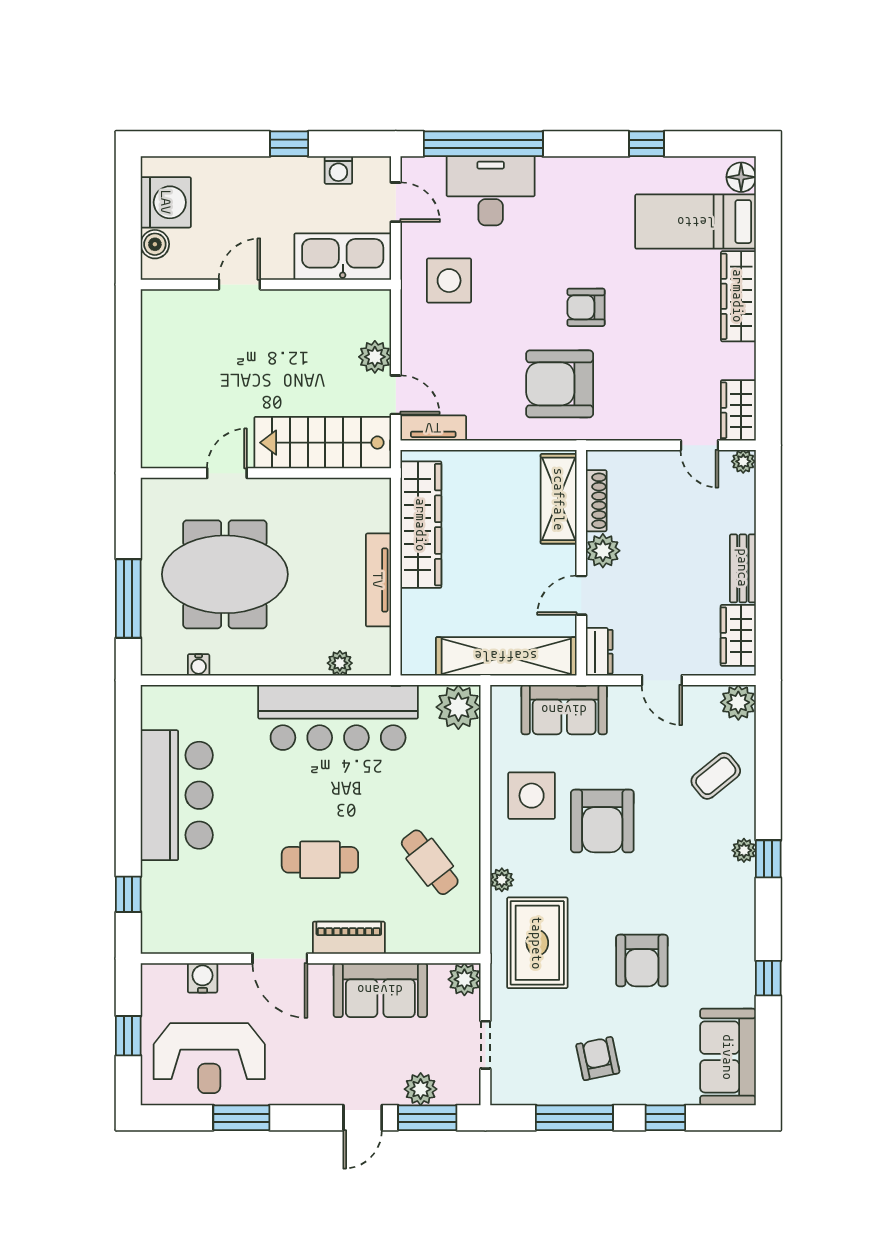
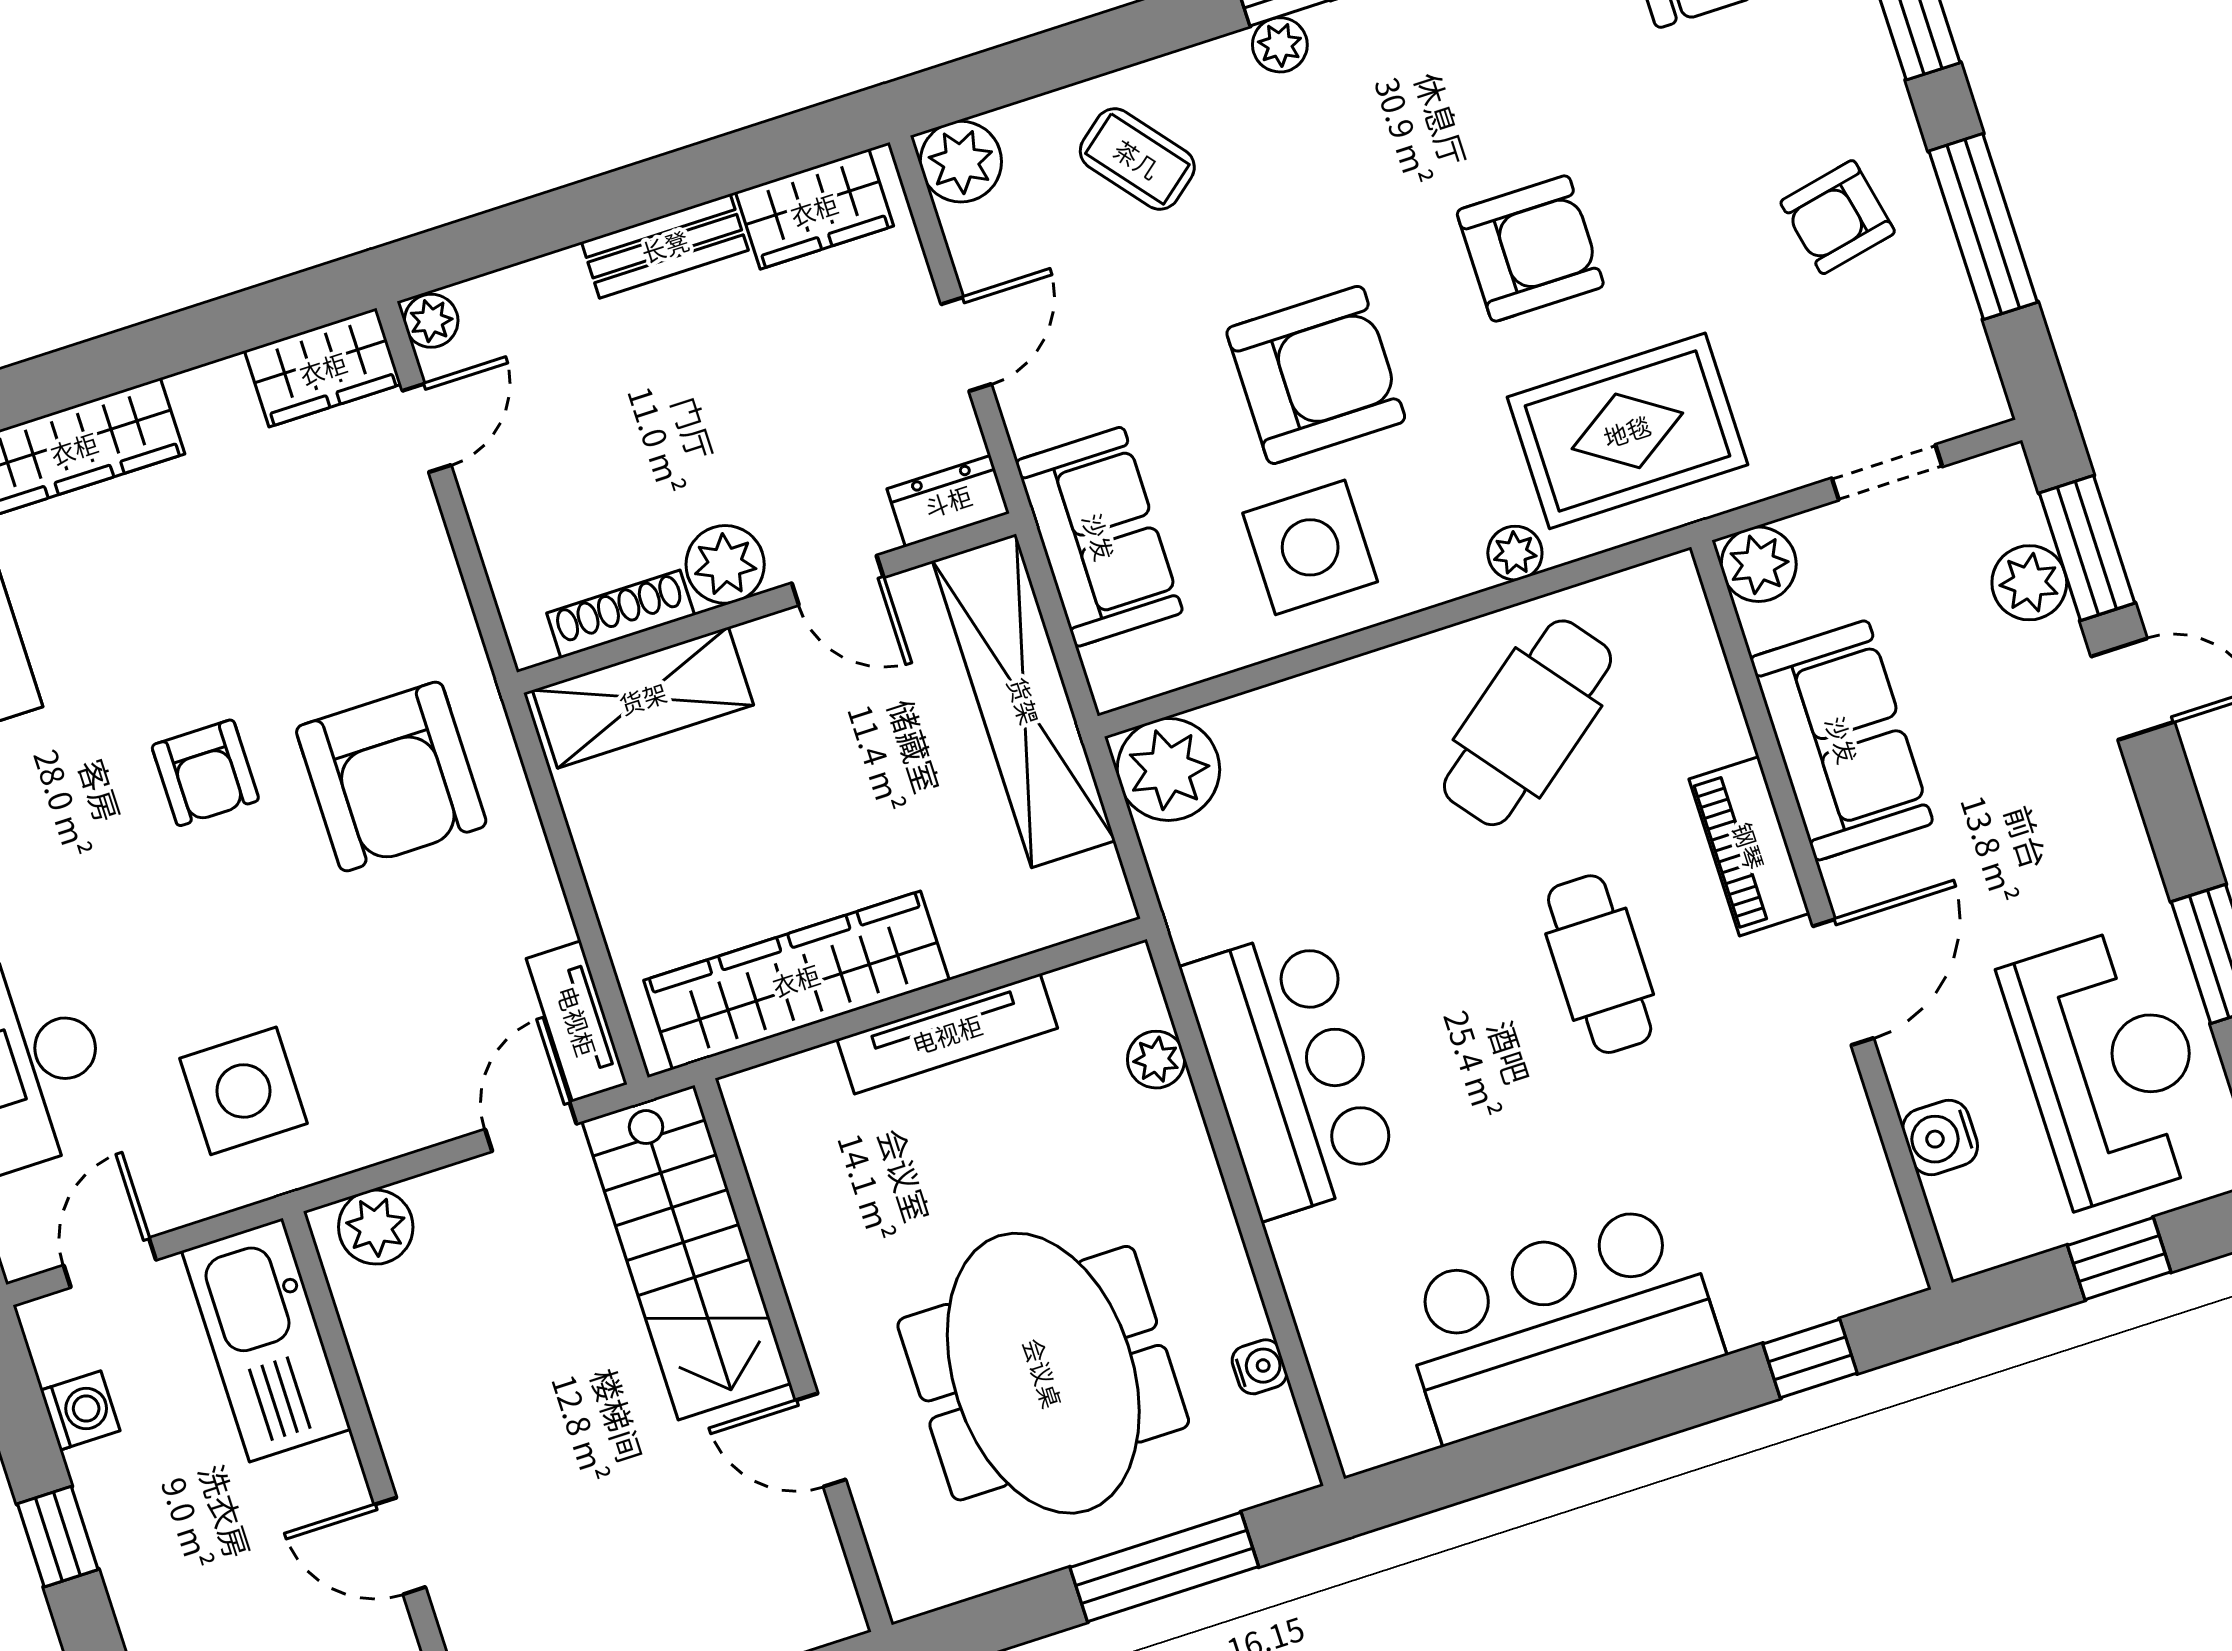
plant: (375, 357) -> (376, 1227), moved
bar counter: (338, 717) -> (1291, 1072), width x0.73
cafe table: (430, 862) -> (1528, 723), width x1.37, depth x1.35
armchair: (642, 961) -> (1530, 249), moved

